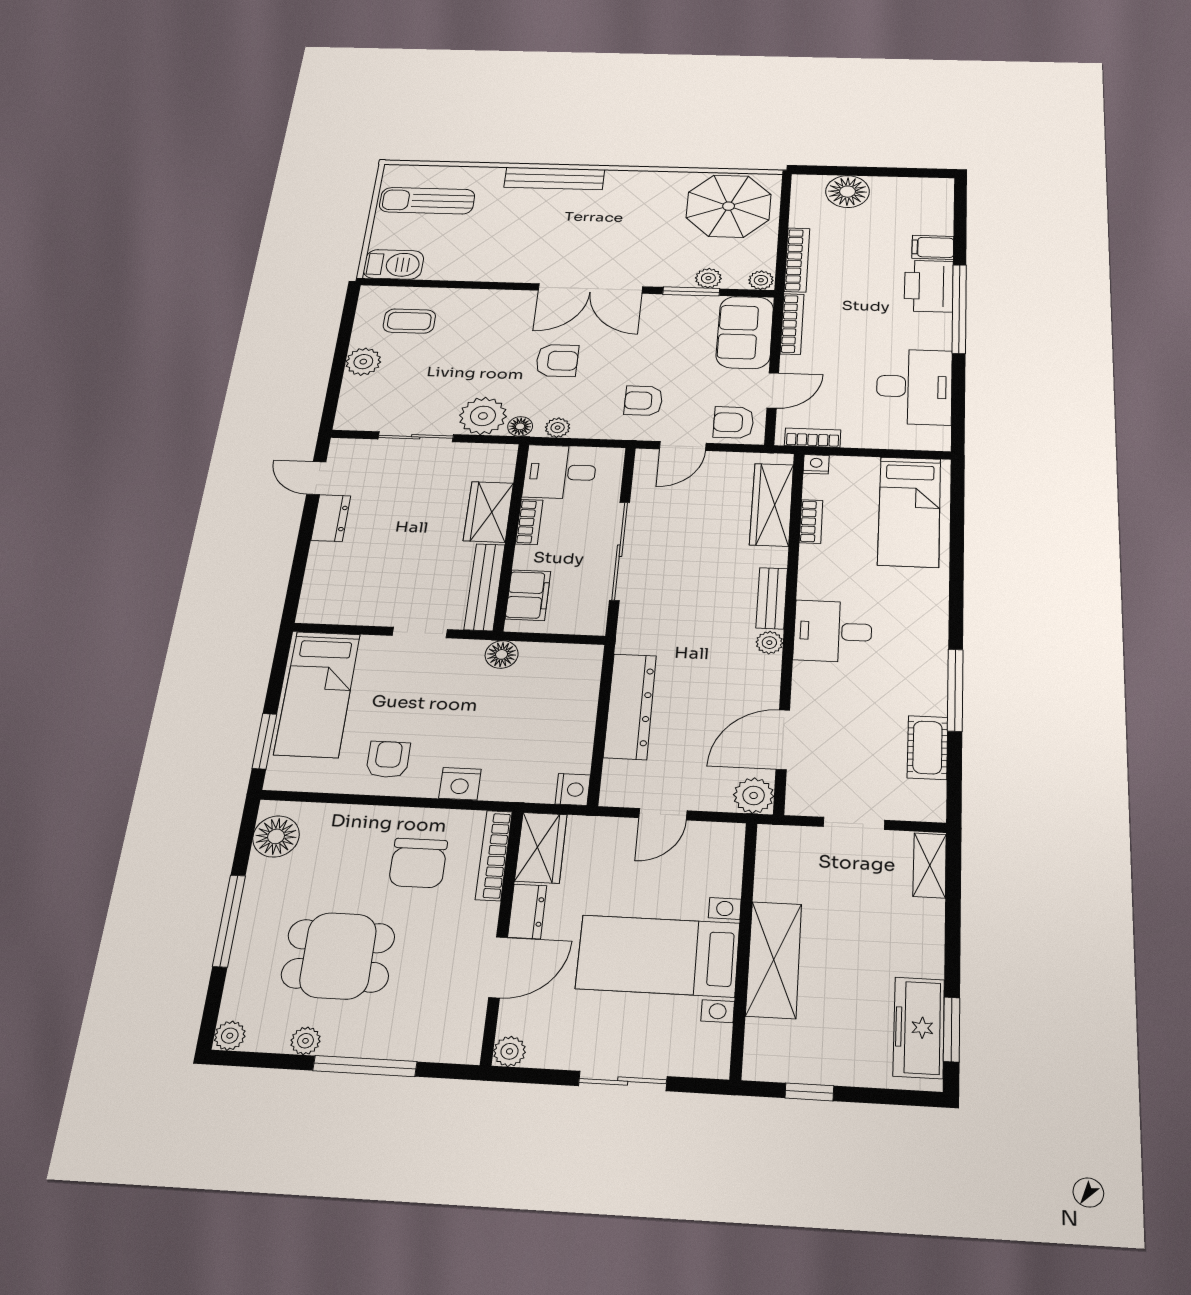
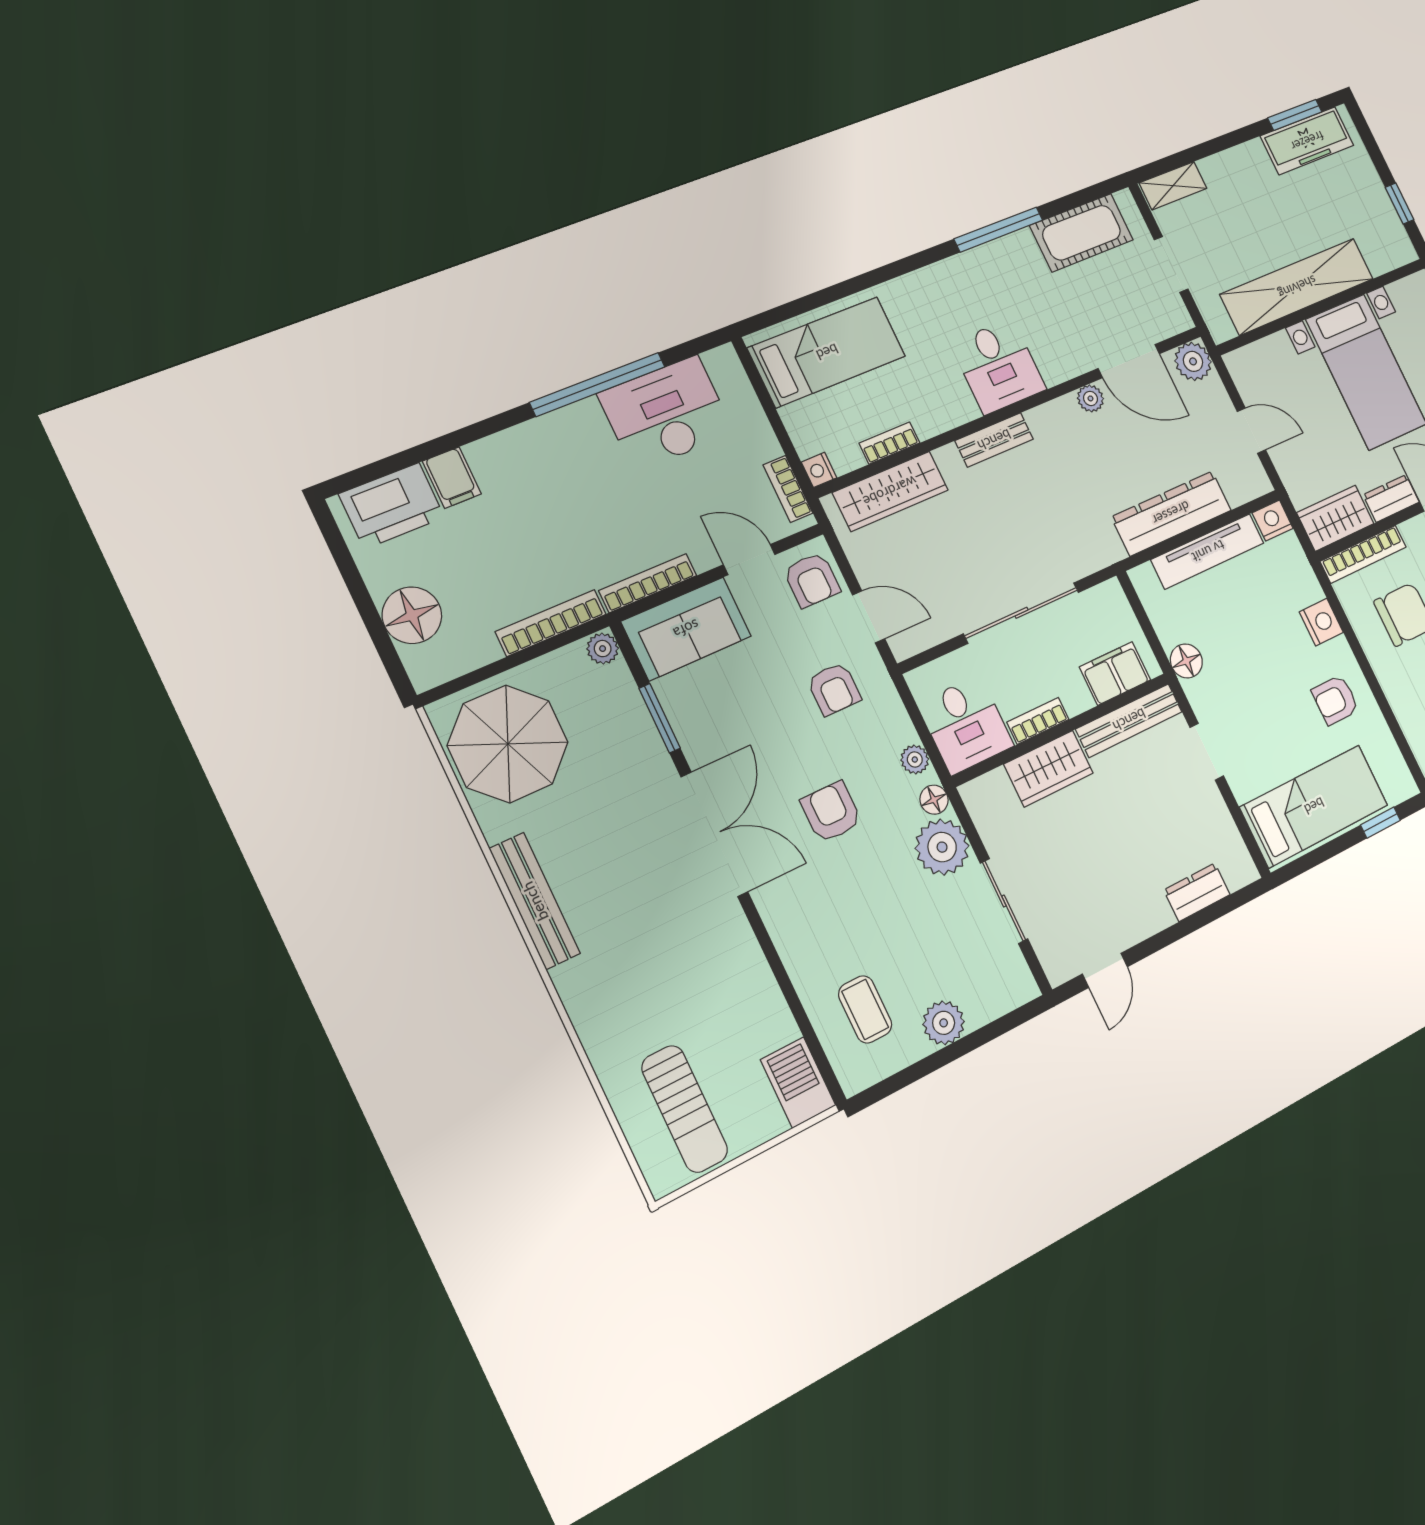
bench: (554, 178) -> (535, 901), moved
plant: (708, 278) -> (630, 709), removed
printer: (929, 286) -> (392, 506), moved
window: (959, 309) -> (598, 384), moved
dresser: (331, 518) -> (1197, 892), moved
plant: (769, 643) -> (1090, 398), moved
tv unit: (580, 719) -> (1208, 551), added
window: (264, 741) -> (1380, 823), width x0.67
cot: (927, 747) -> (1082, 233), width x1.37, depth x1.34
shelving: (774, 960) -> (1297, 287), width x1.47

